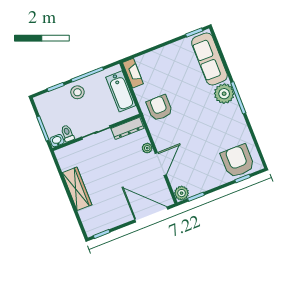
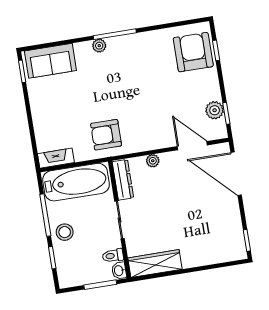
sofa: (209, 59) -> (50, 61), width x0.73
bathtub: (121, 91) -> (76, 182), width x1.36, depth x1.36
plant: (224, 94) -> (99, 46), width x0.53, depth x0.53
armchair: (238, 161) -> (193, 52), turned 90
door: (161, 164) -> (192, 146), moved
wardrobe: (77, 189) -> (155, 264), moved
plant: (182, 193) -> (215, 110), moved
door: (151, 214) -> (236, 174), hinge flipped

